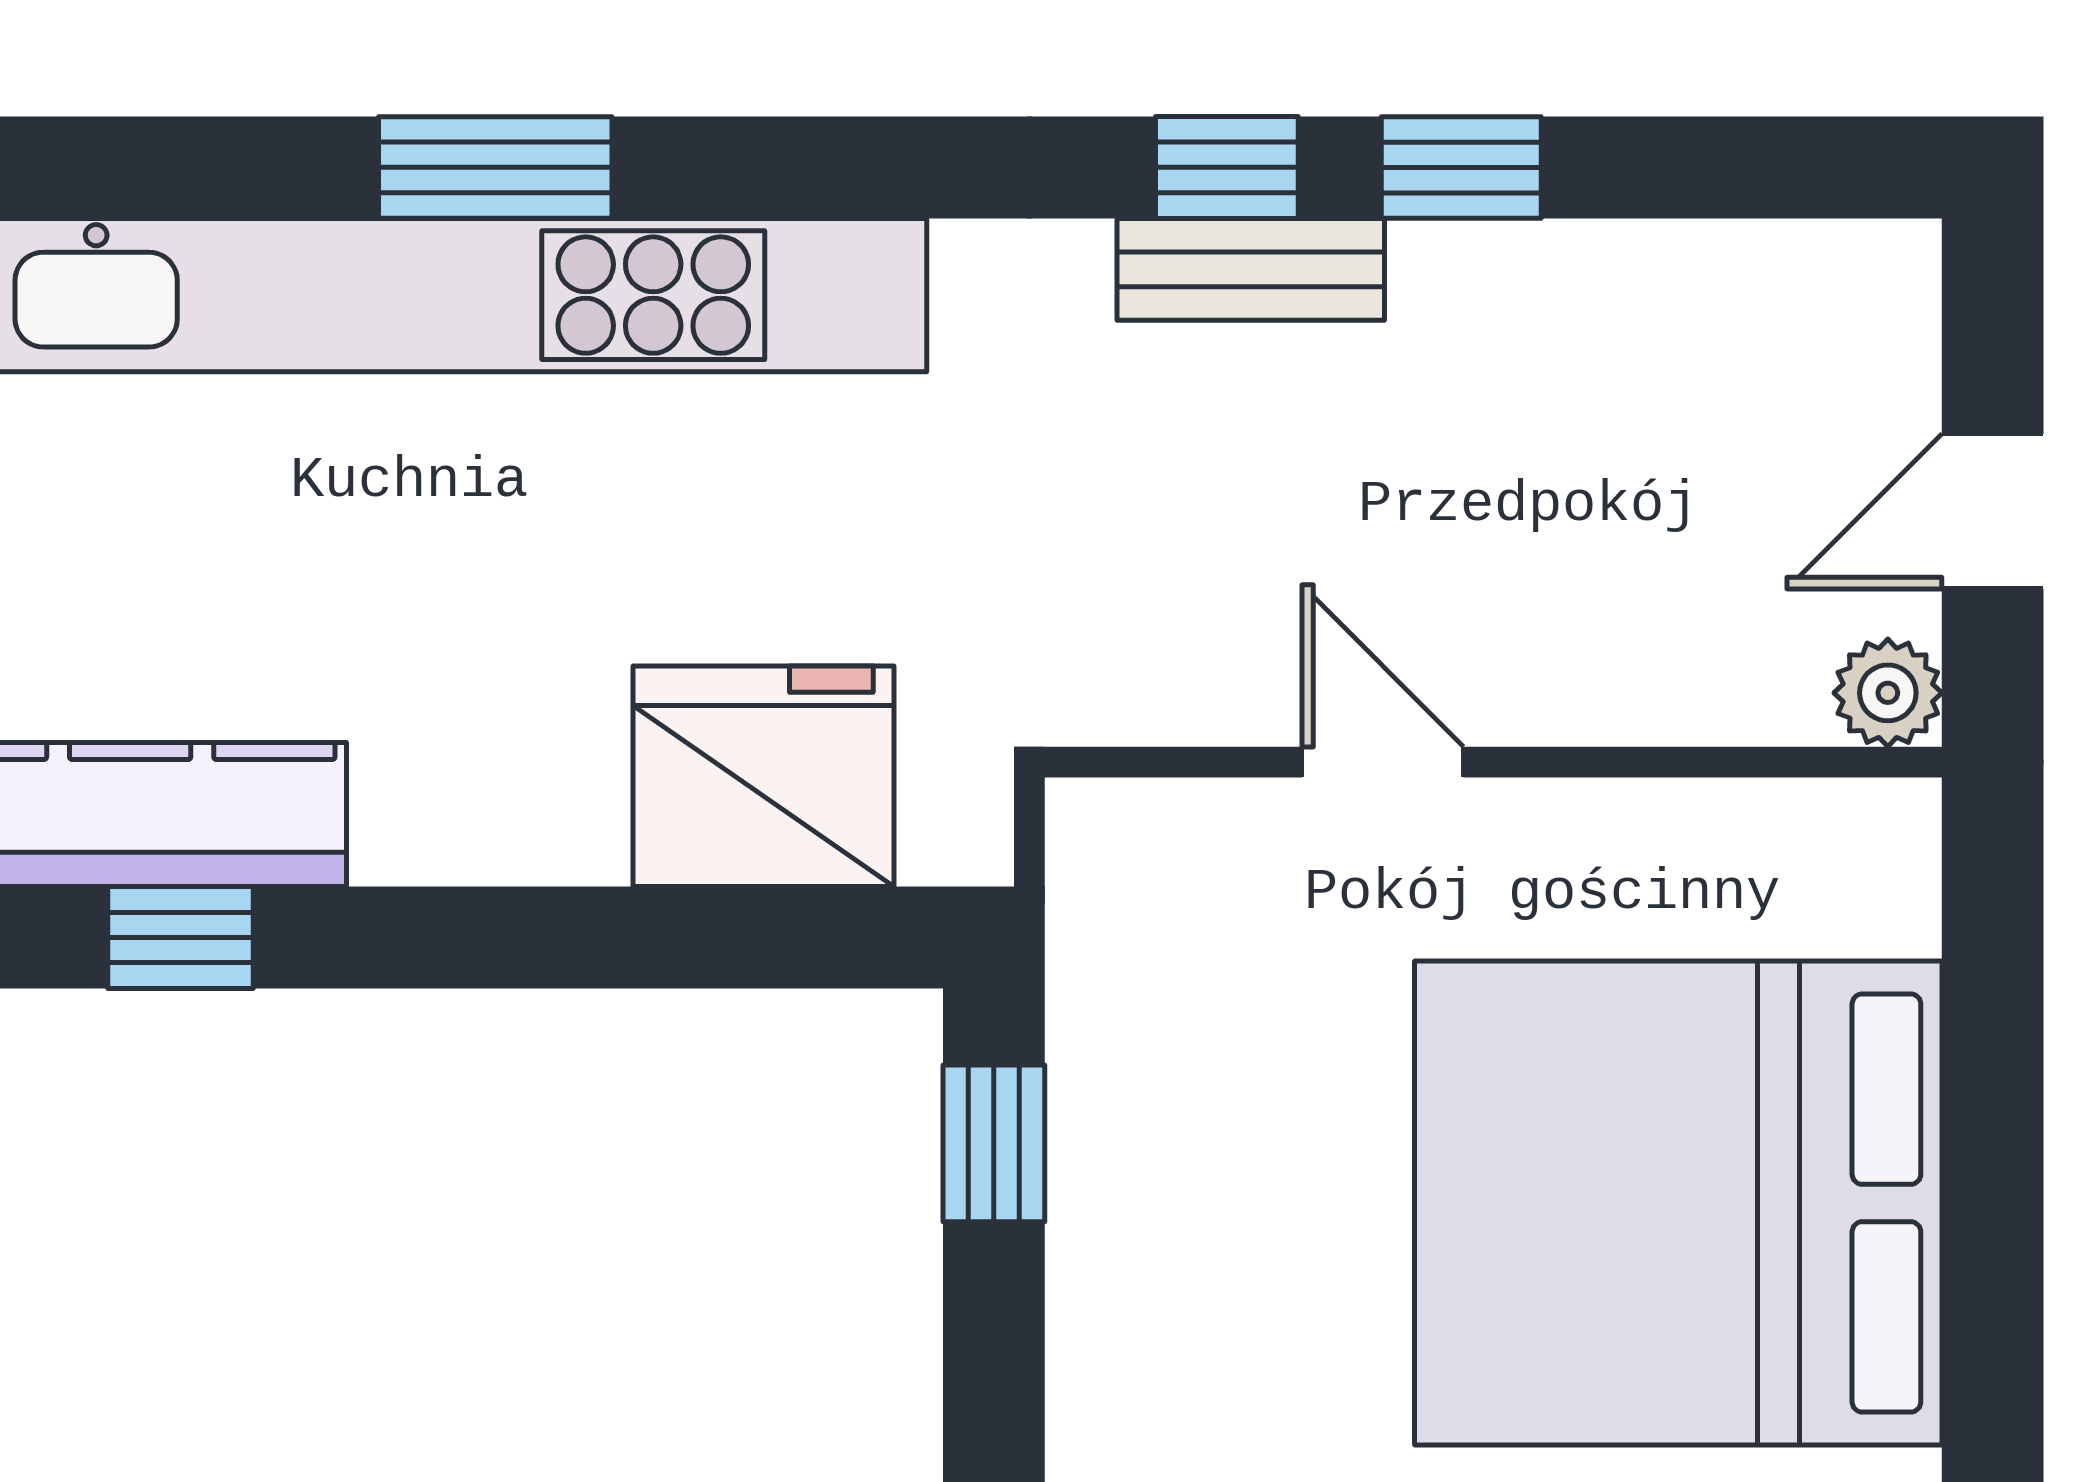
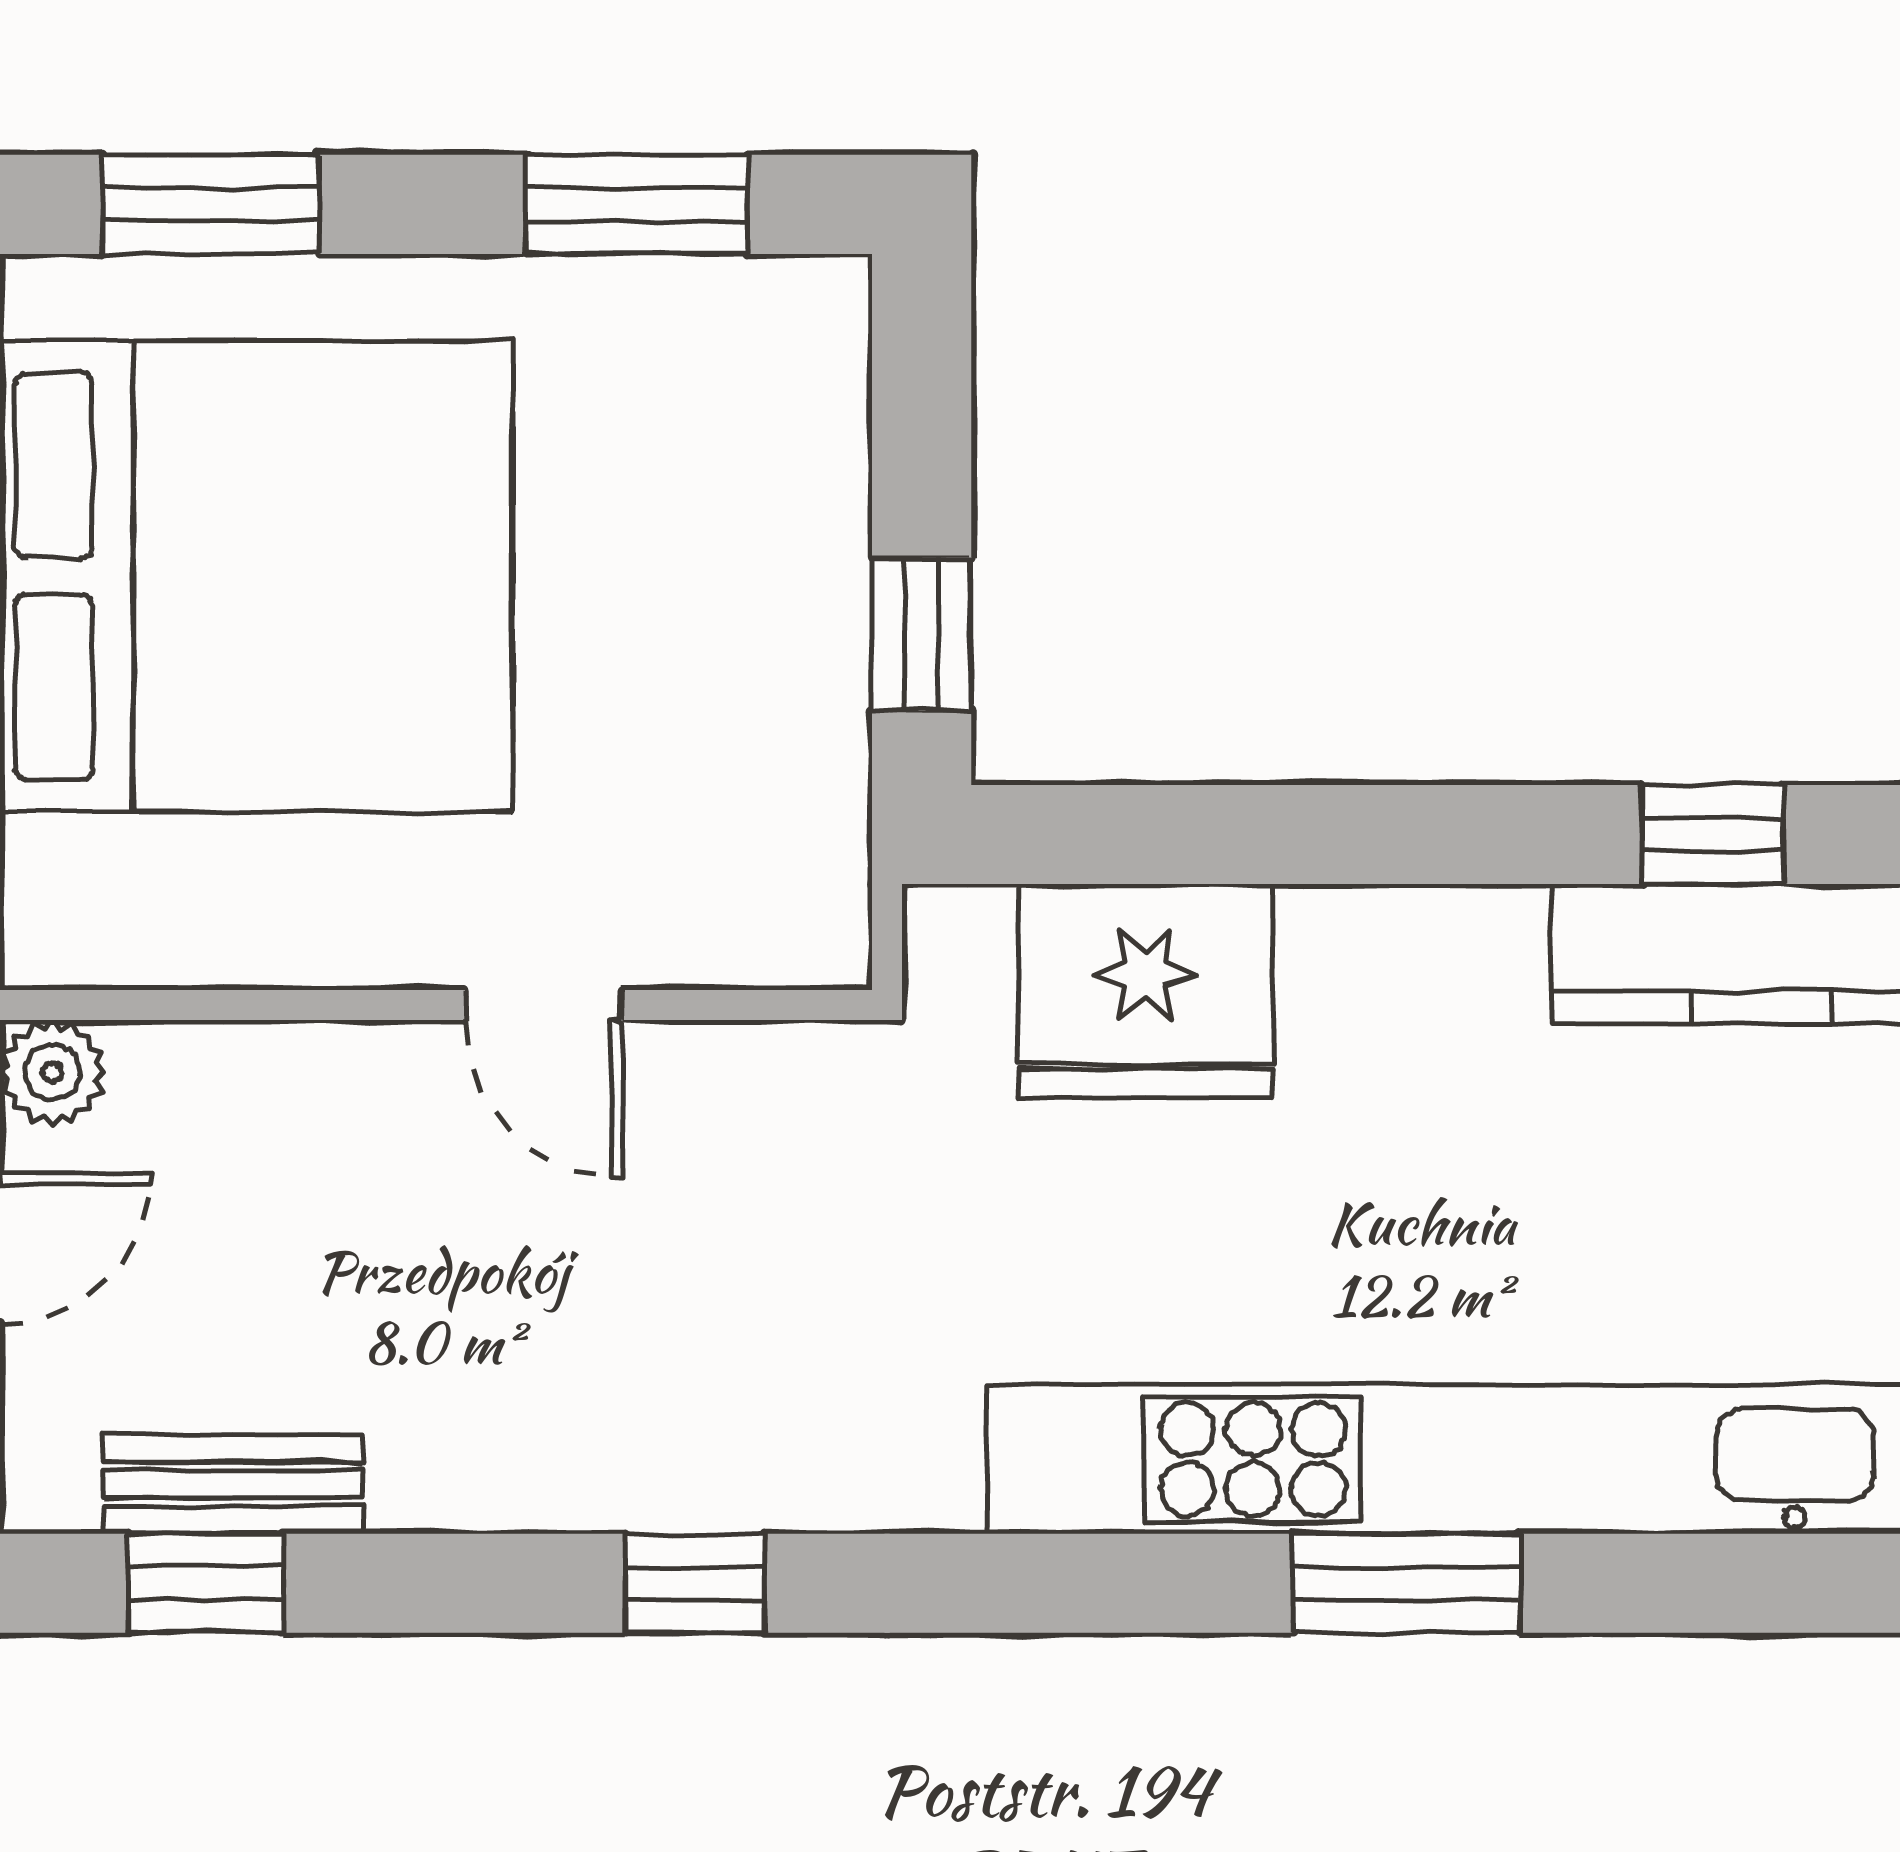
window: (1461, 167) -> (206, 1583), moved
bench: (1251, 269) -> (233, 1484), moved

